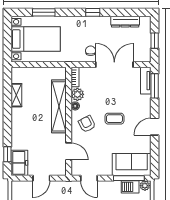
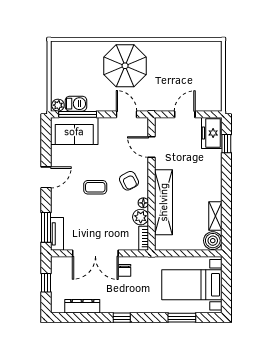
boiler: (19, 75) -> (213, 241), added

